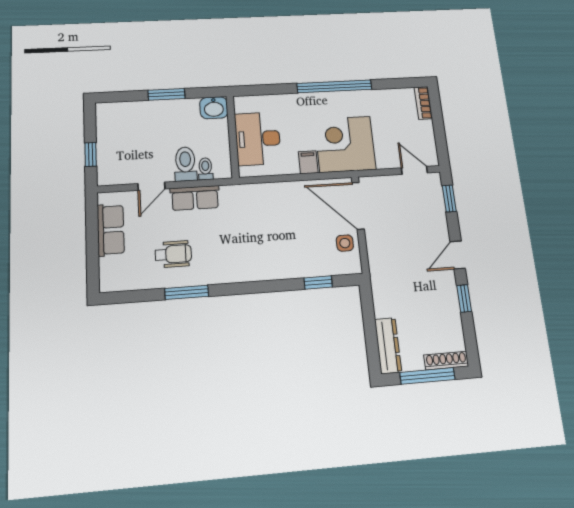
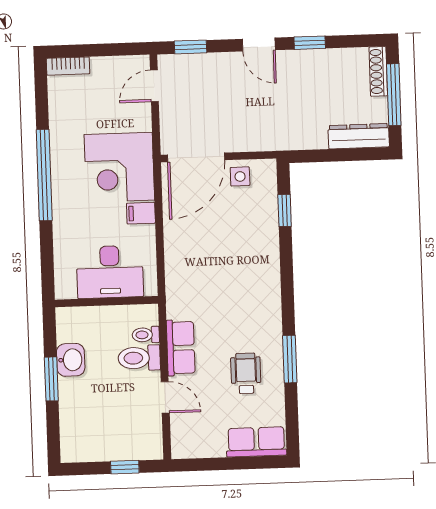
washbasin: (214, 108) -> (71, 360), moved
row of seats: (111, 230) -> (256, 442), moved

